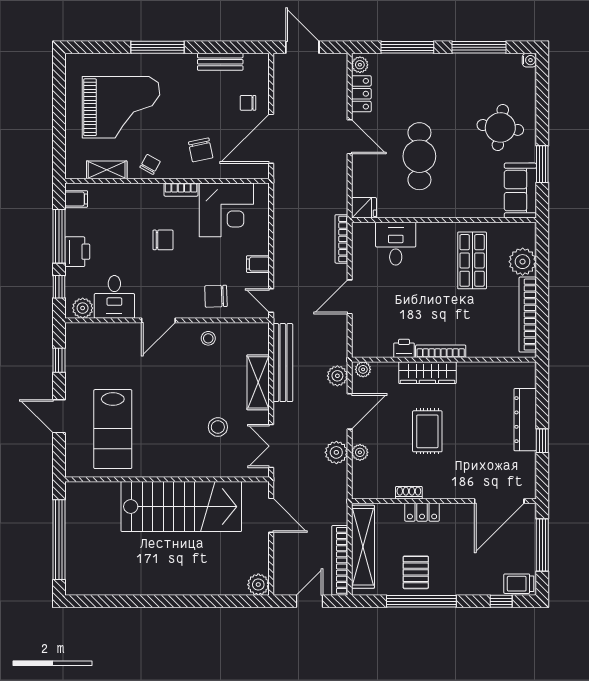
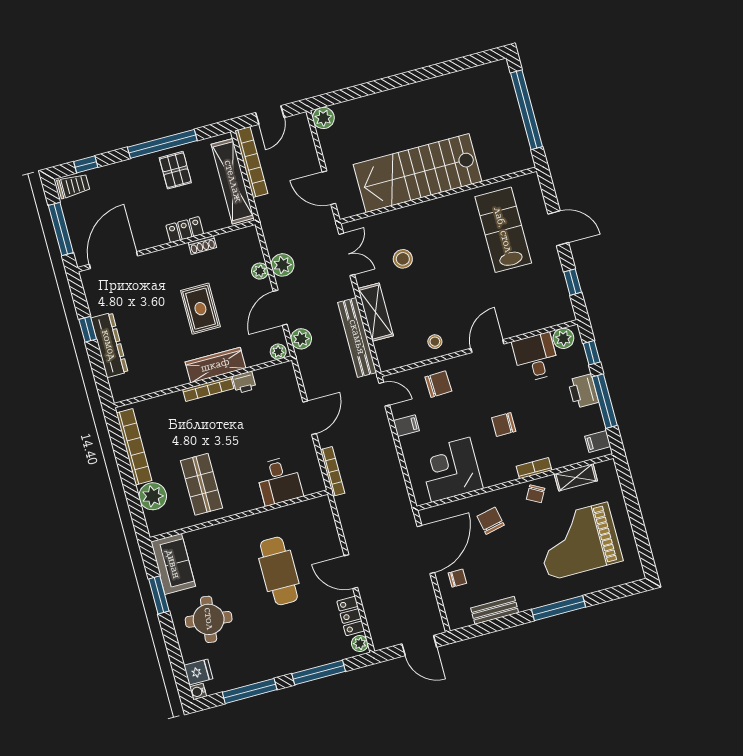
bookcase: (181, 190) -> (534, 468), moved
fridge: (364, 208) -> (198, 672), moved, turned 180

